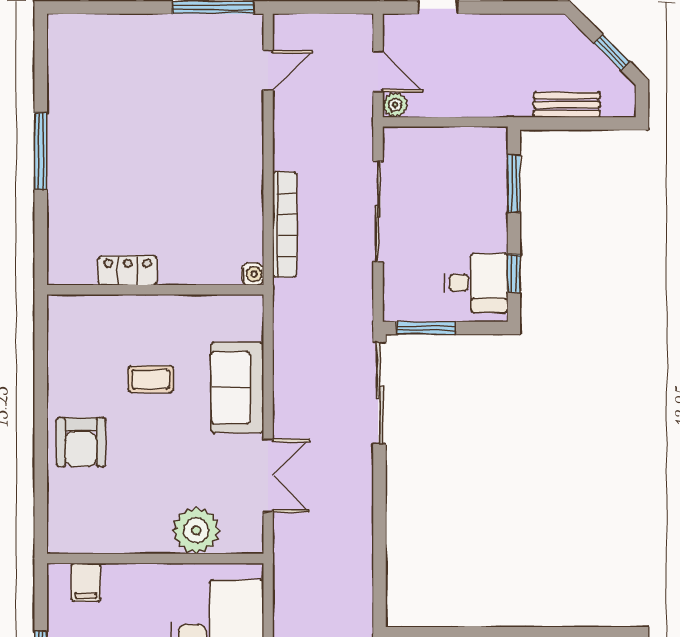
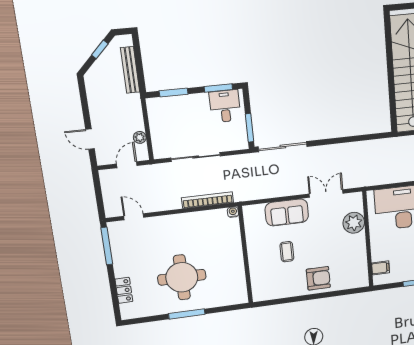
plant: (395, 105) -> (140, 137), moved
bench: (567, 105) -> (130, 70), width x1.36
round table: (124, 151) -> (182, 277), added
locker: (128, 271) -> (124, 290), moved, turned 180
window: (514, 274) -> (218, 88), width x1.50

